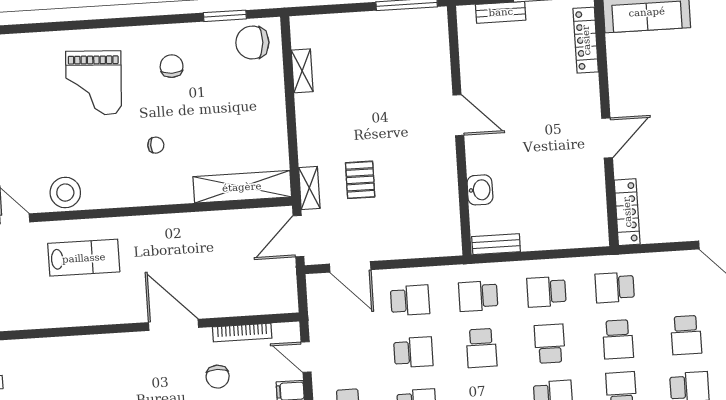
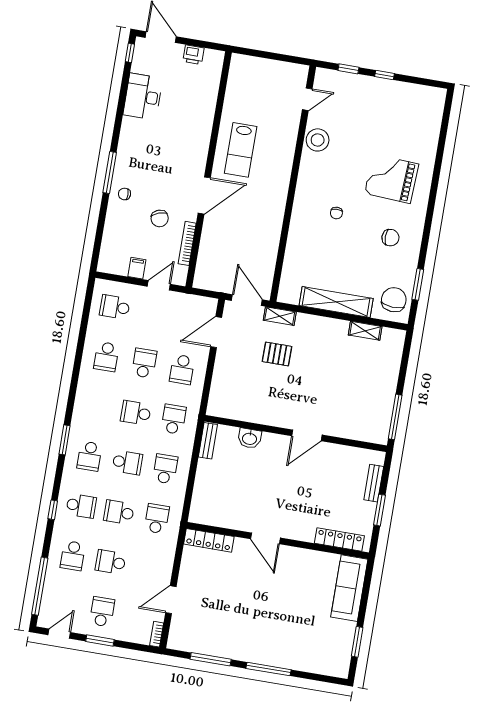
shelving: (242, 187) -> (336, 302), moved, turned 90
lab bench: (84, 258) -> (241, 150), moved
school desk: (413, 352) -> (144, 363), turned 180
chair: (218, 377) -> (160, 218), turned -110

